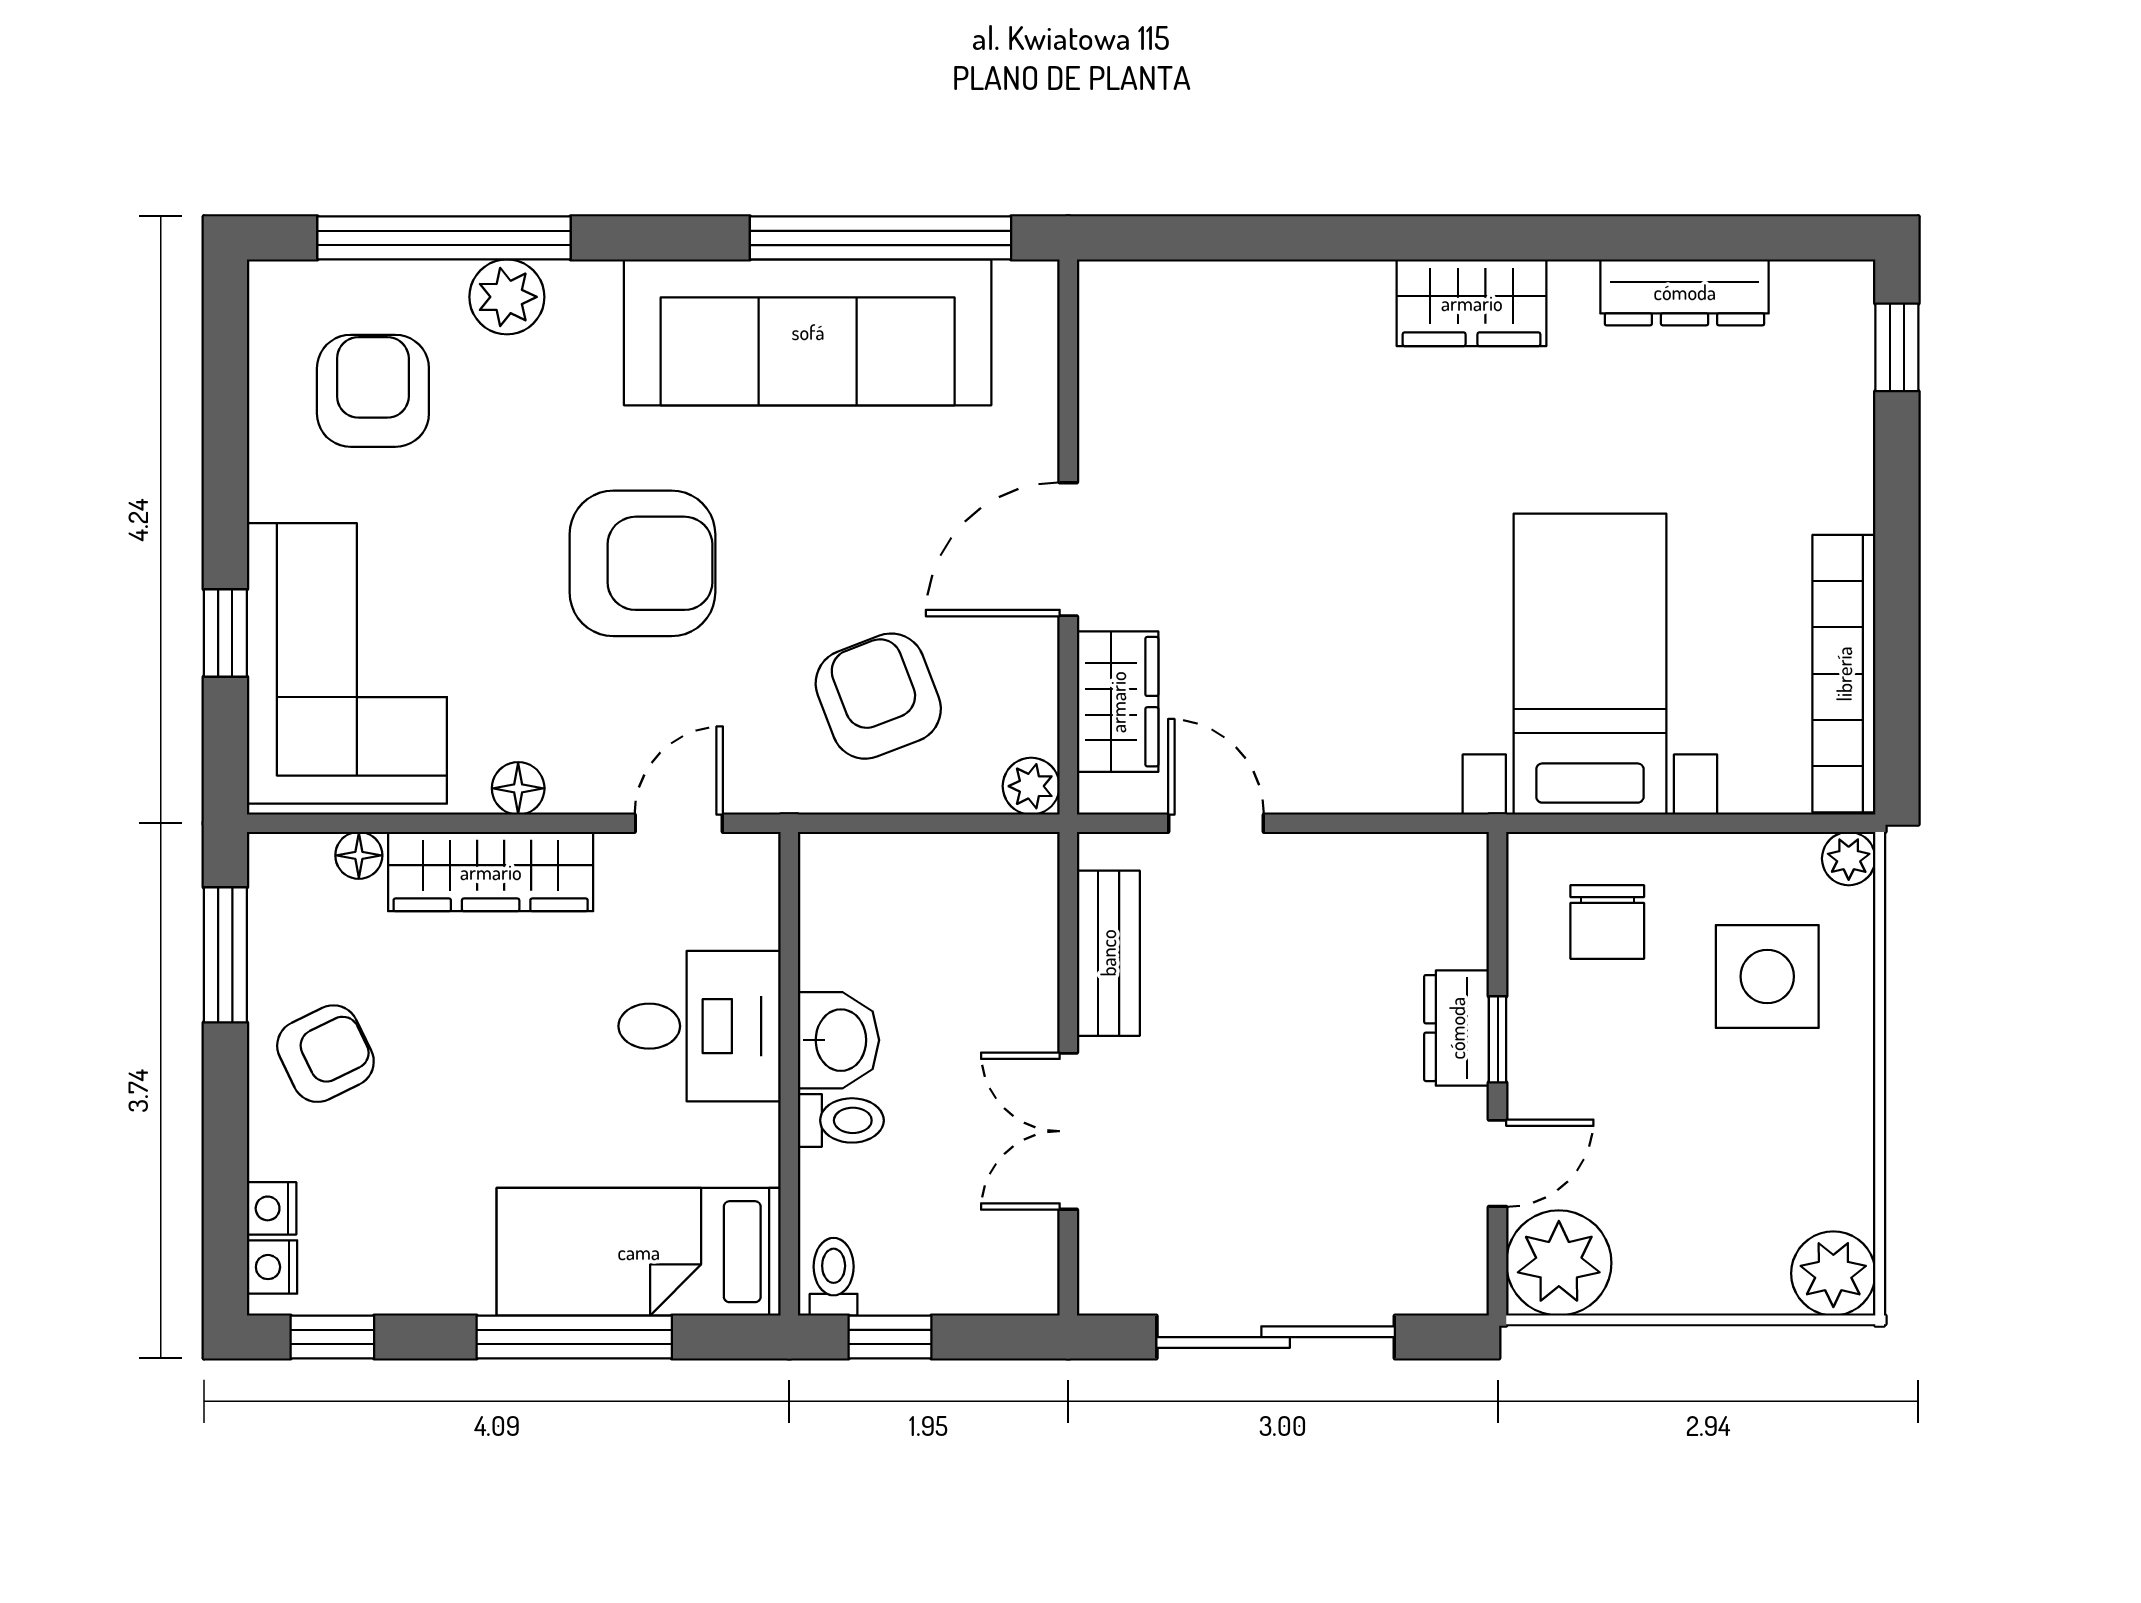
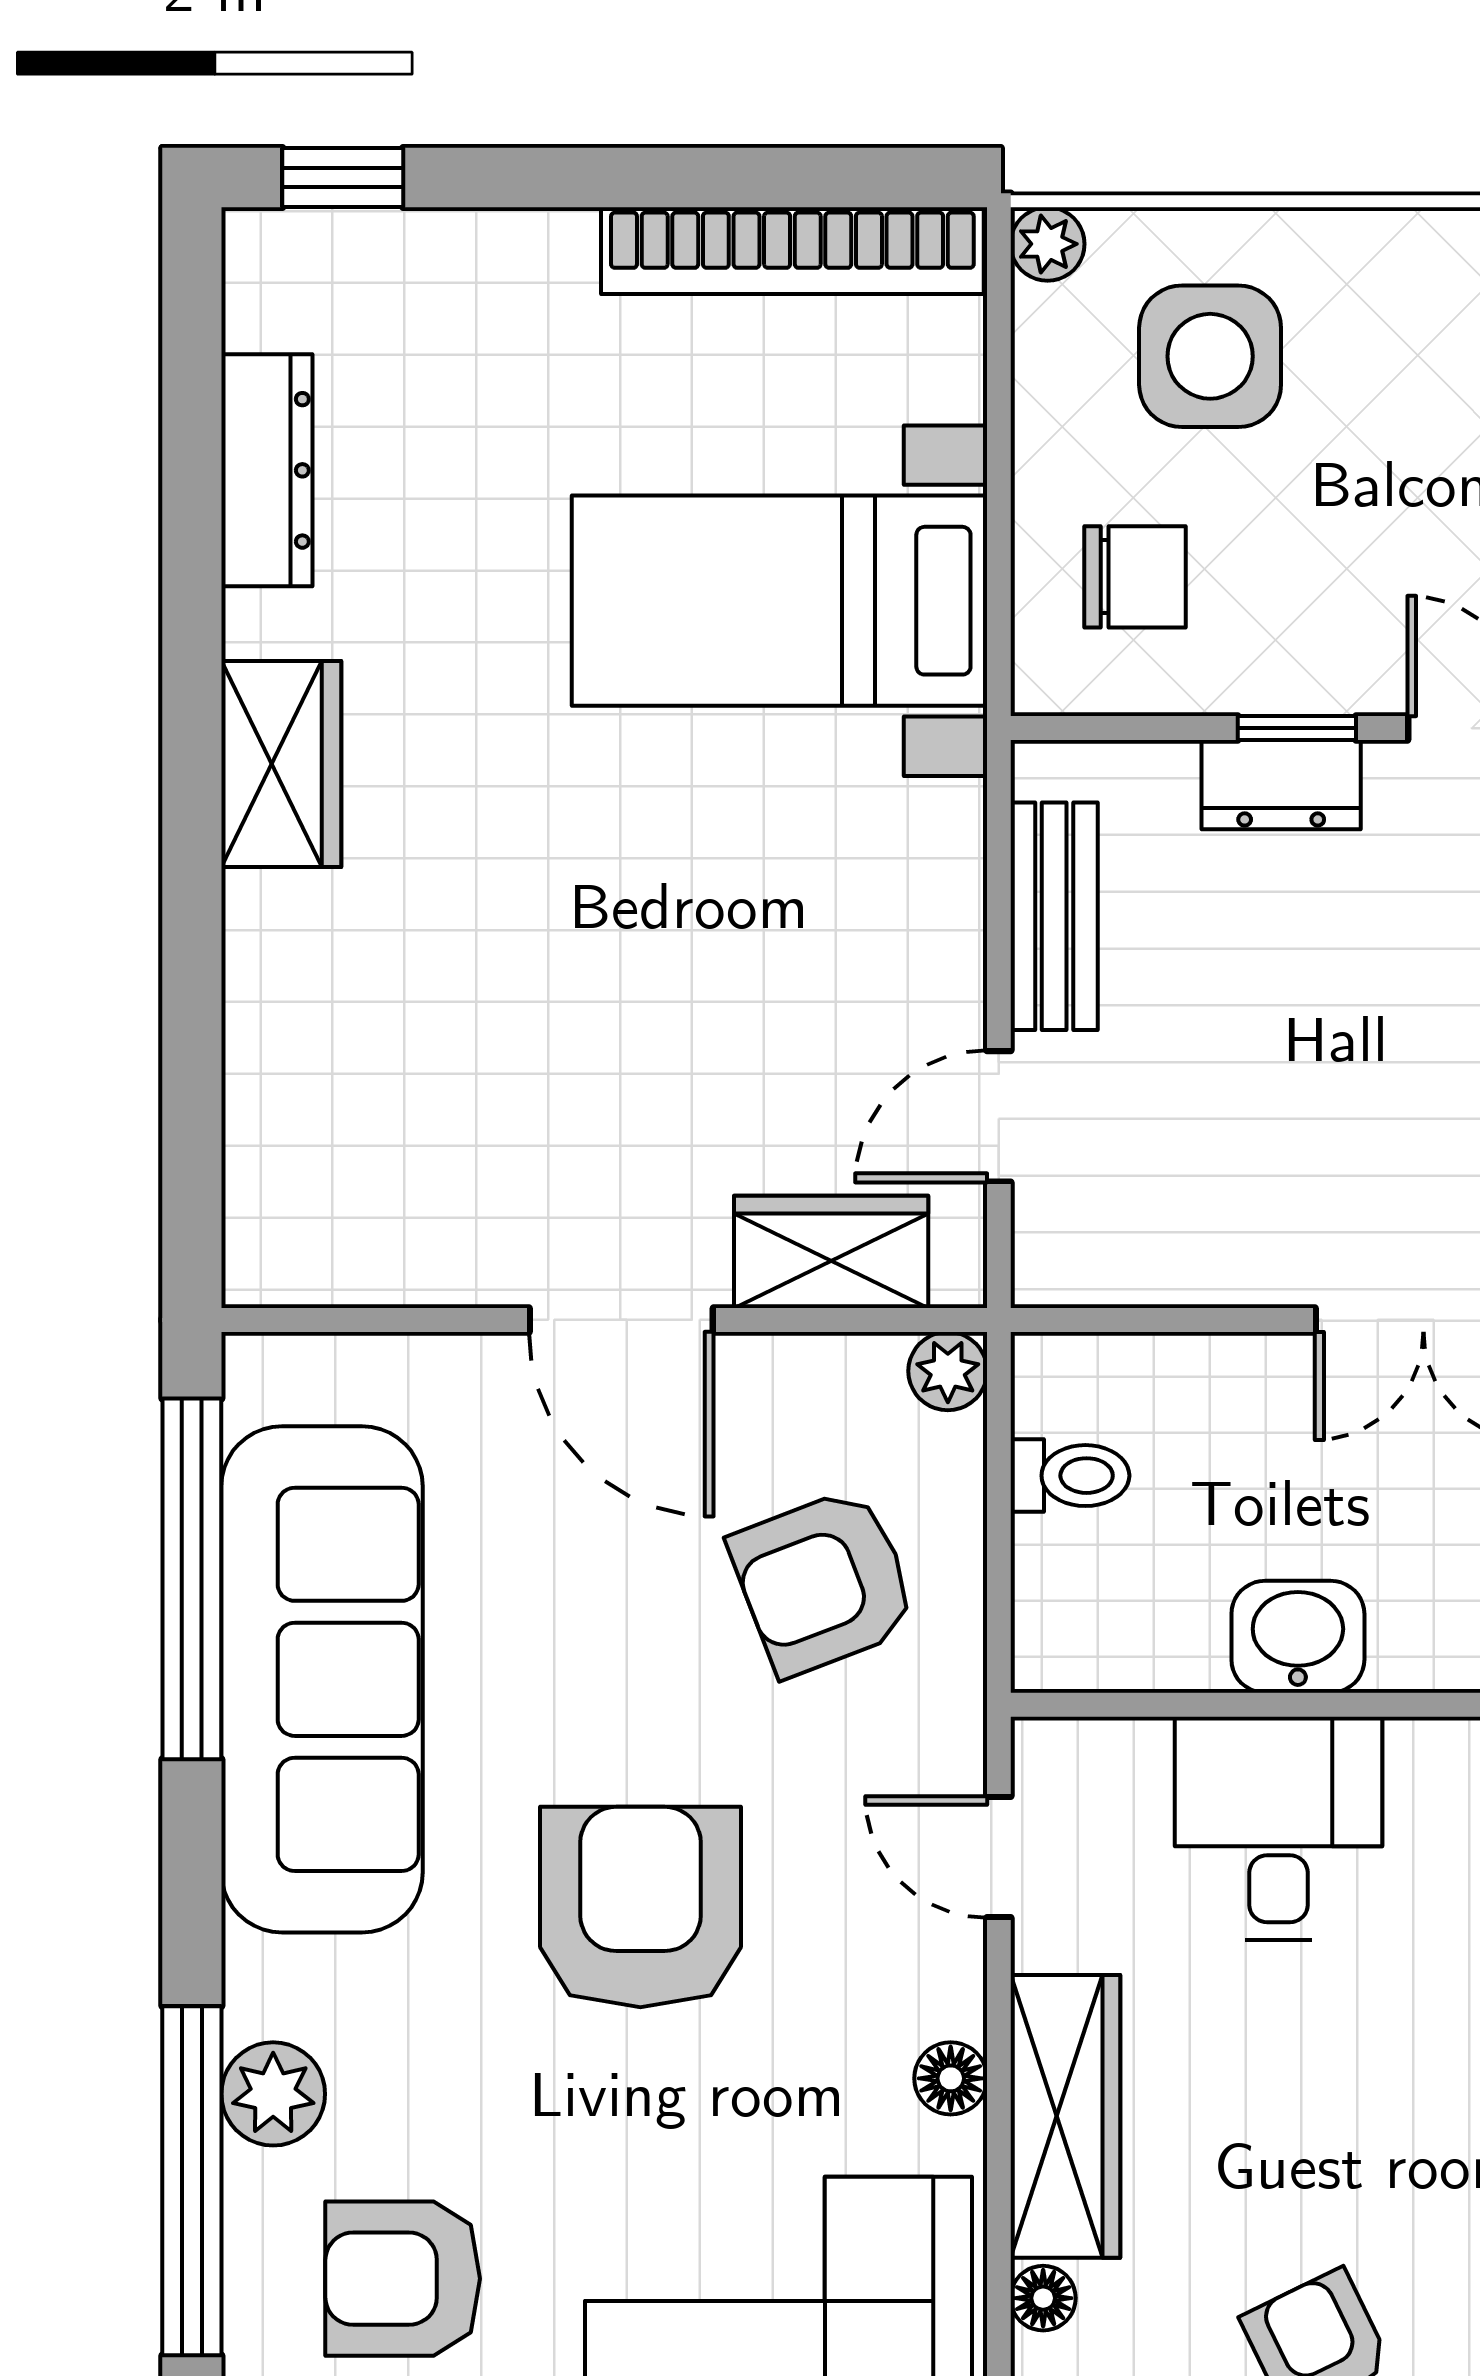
bench: (1108, 953) -> (1054, 916), moved, turned 90
toilet: (841, 1120) -> (1070, 1476), moved, turned 90

